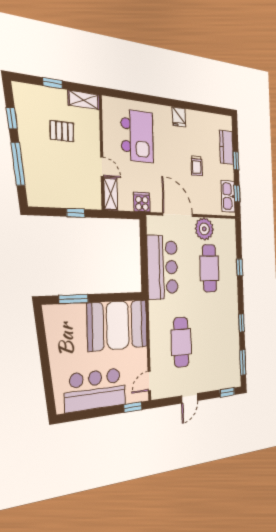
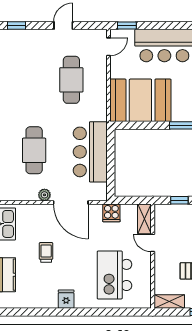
plant: (204, 229) -> (44, 195), width x0.53, depth x0.53

